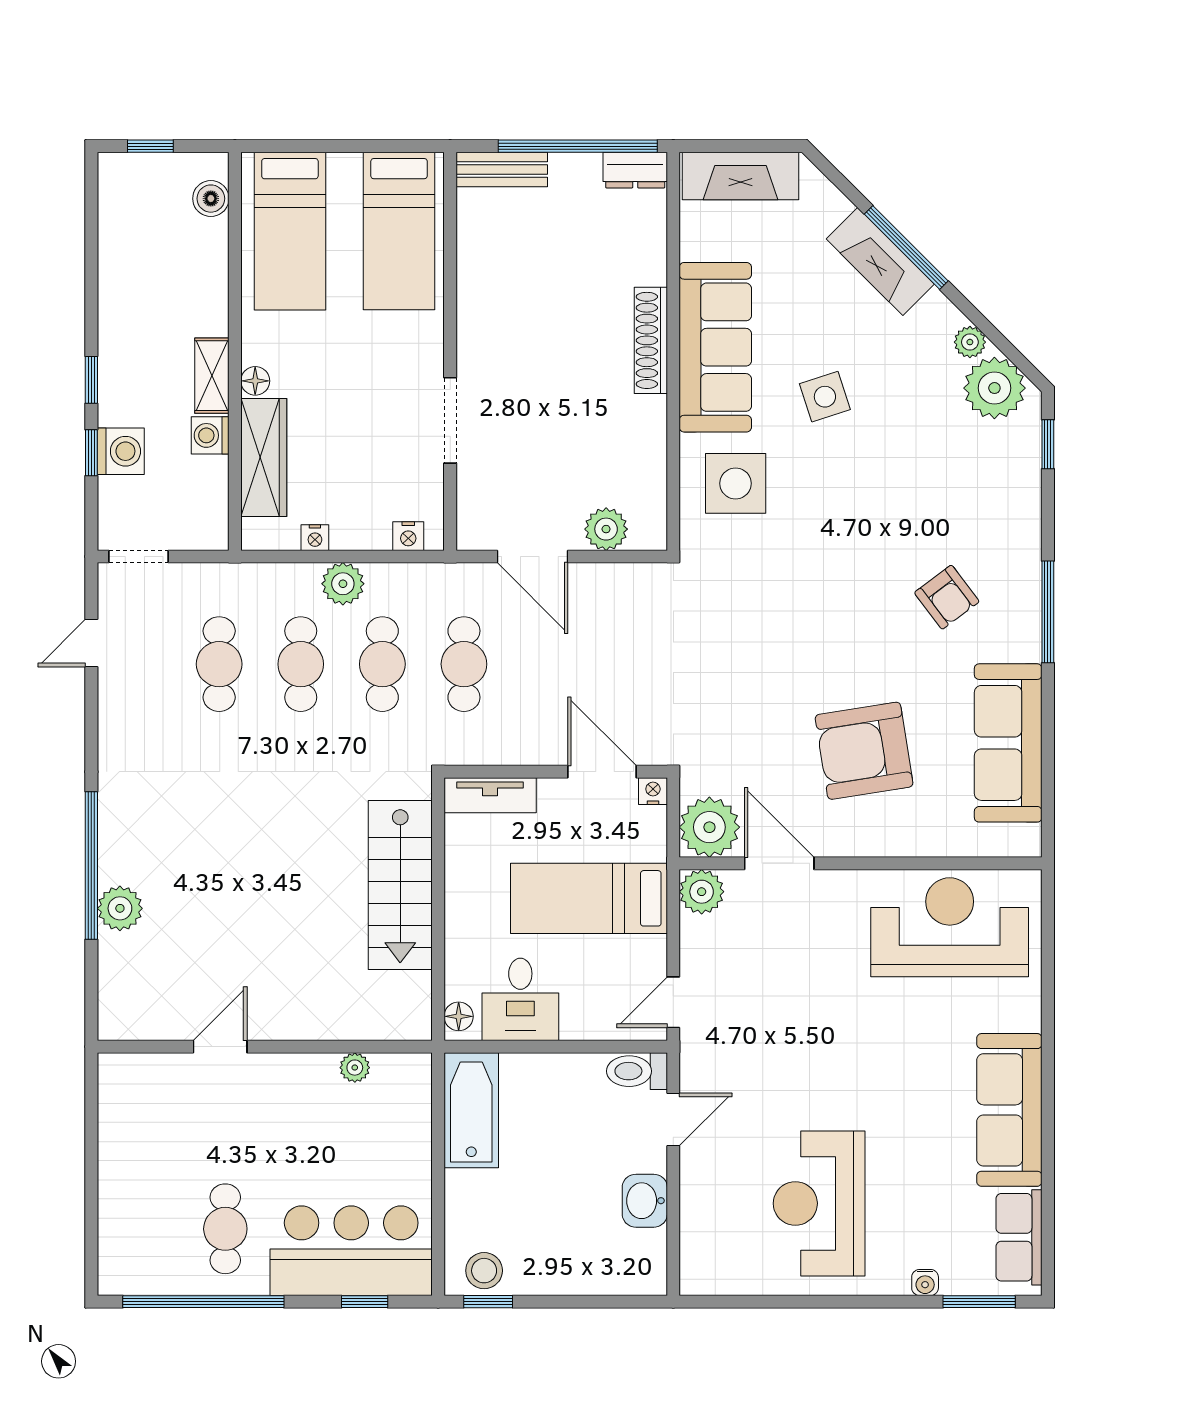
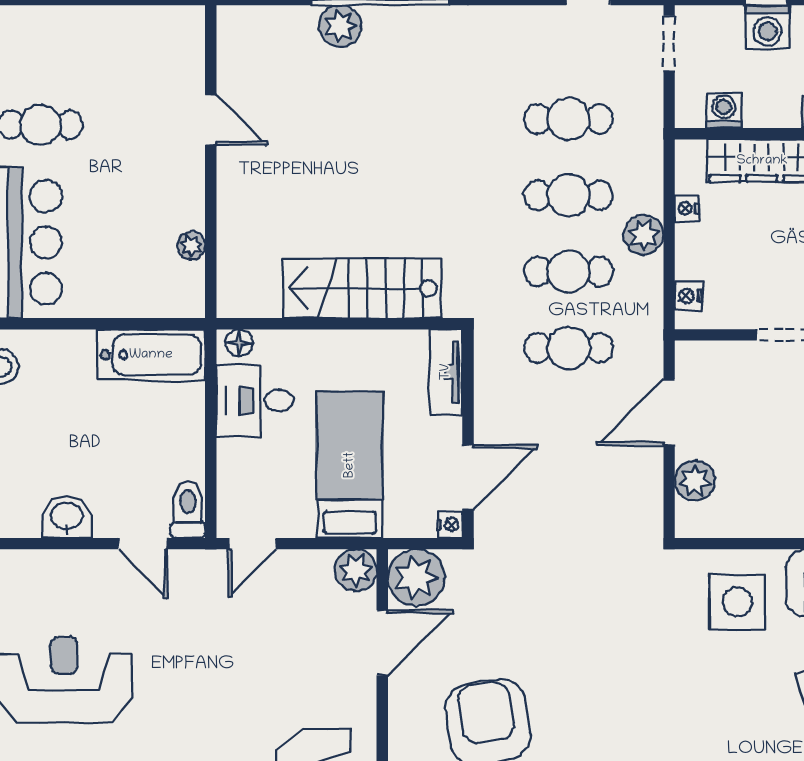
washing machine: (210, 435) -> (724, 110), moved
door: (673, 1002) -> (252, 544), swing flipped

